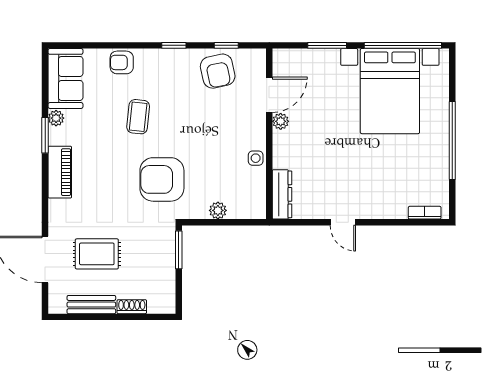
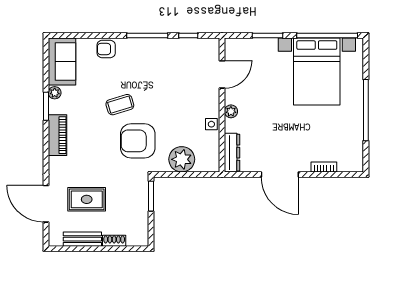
window: (174, 45) -> (147, 36), width x2.17
armchair: (218, 71) -> (182, 56), removed
coffee table: (138, 117) -> (120, 105), moved, turned 67
plant: (281, 121) -> (231, 111), moved
plant: (218, 210) -> (182, 159), width x1.87, depth x1.87
bookcase: (425, 213) -> (324, 167), moved
door: (343, 222) -> (280, 175), width x1.88

